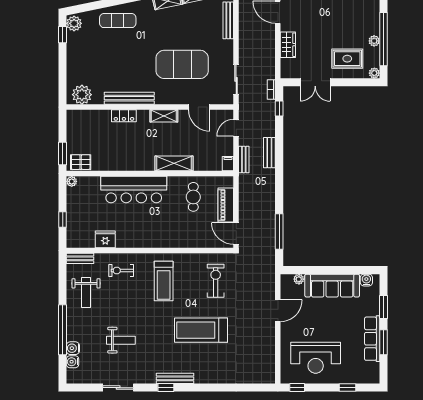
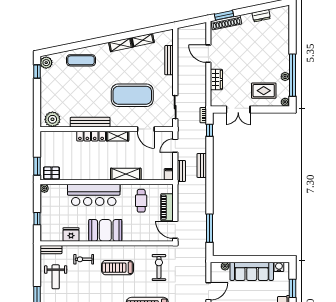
locker: (124, 116) -> (91, 136), width x1.53
booth: (148, 234) -> (105, 230), added
treadmill: (164, 281) -> (118, 268), turned 90

